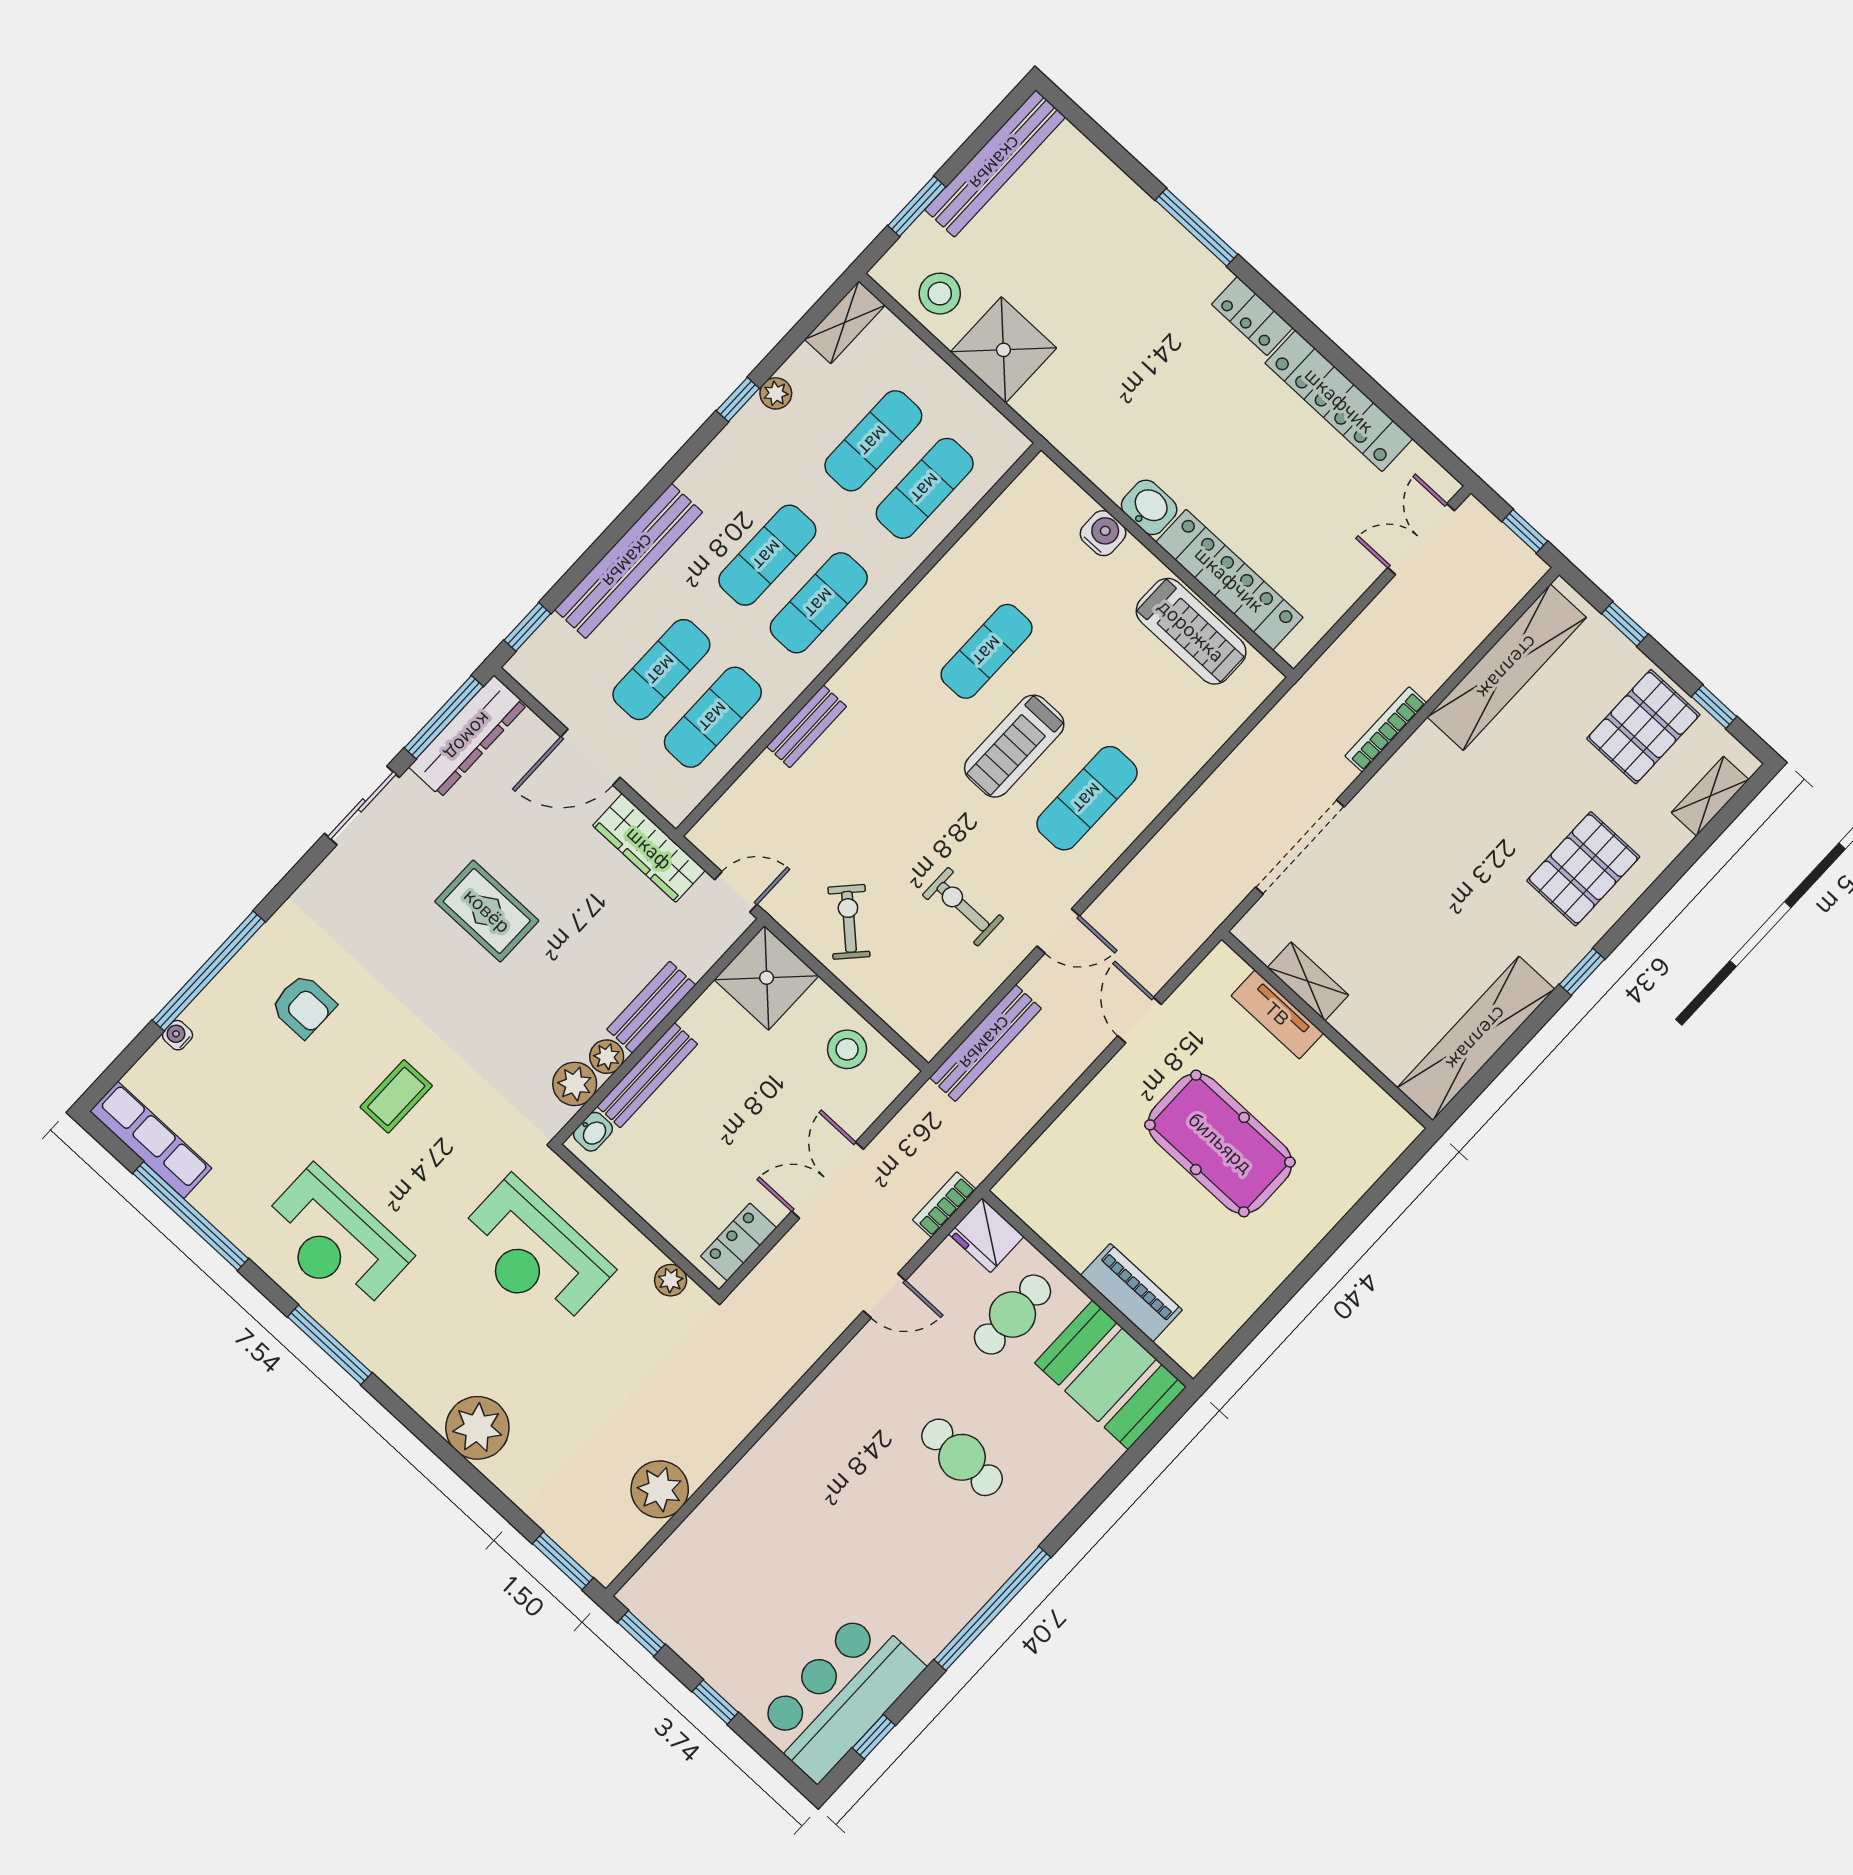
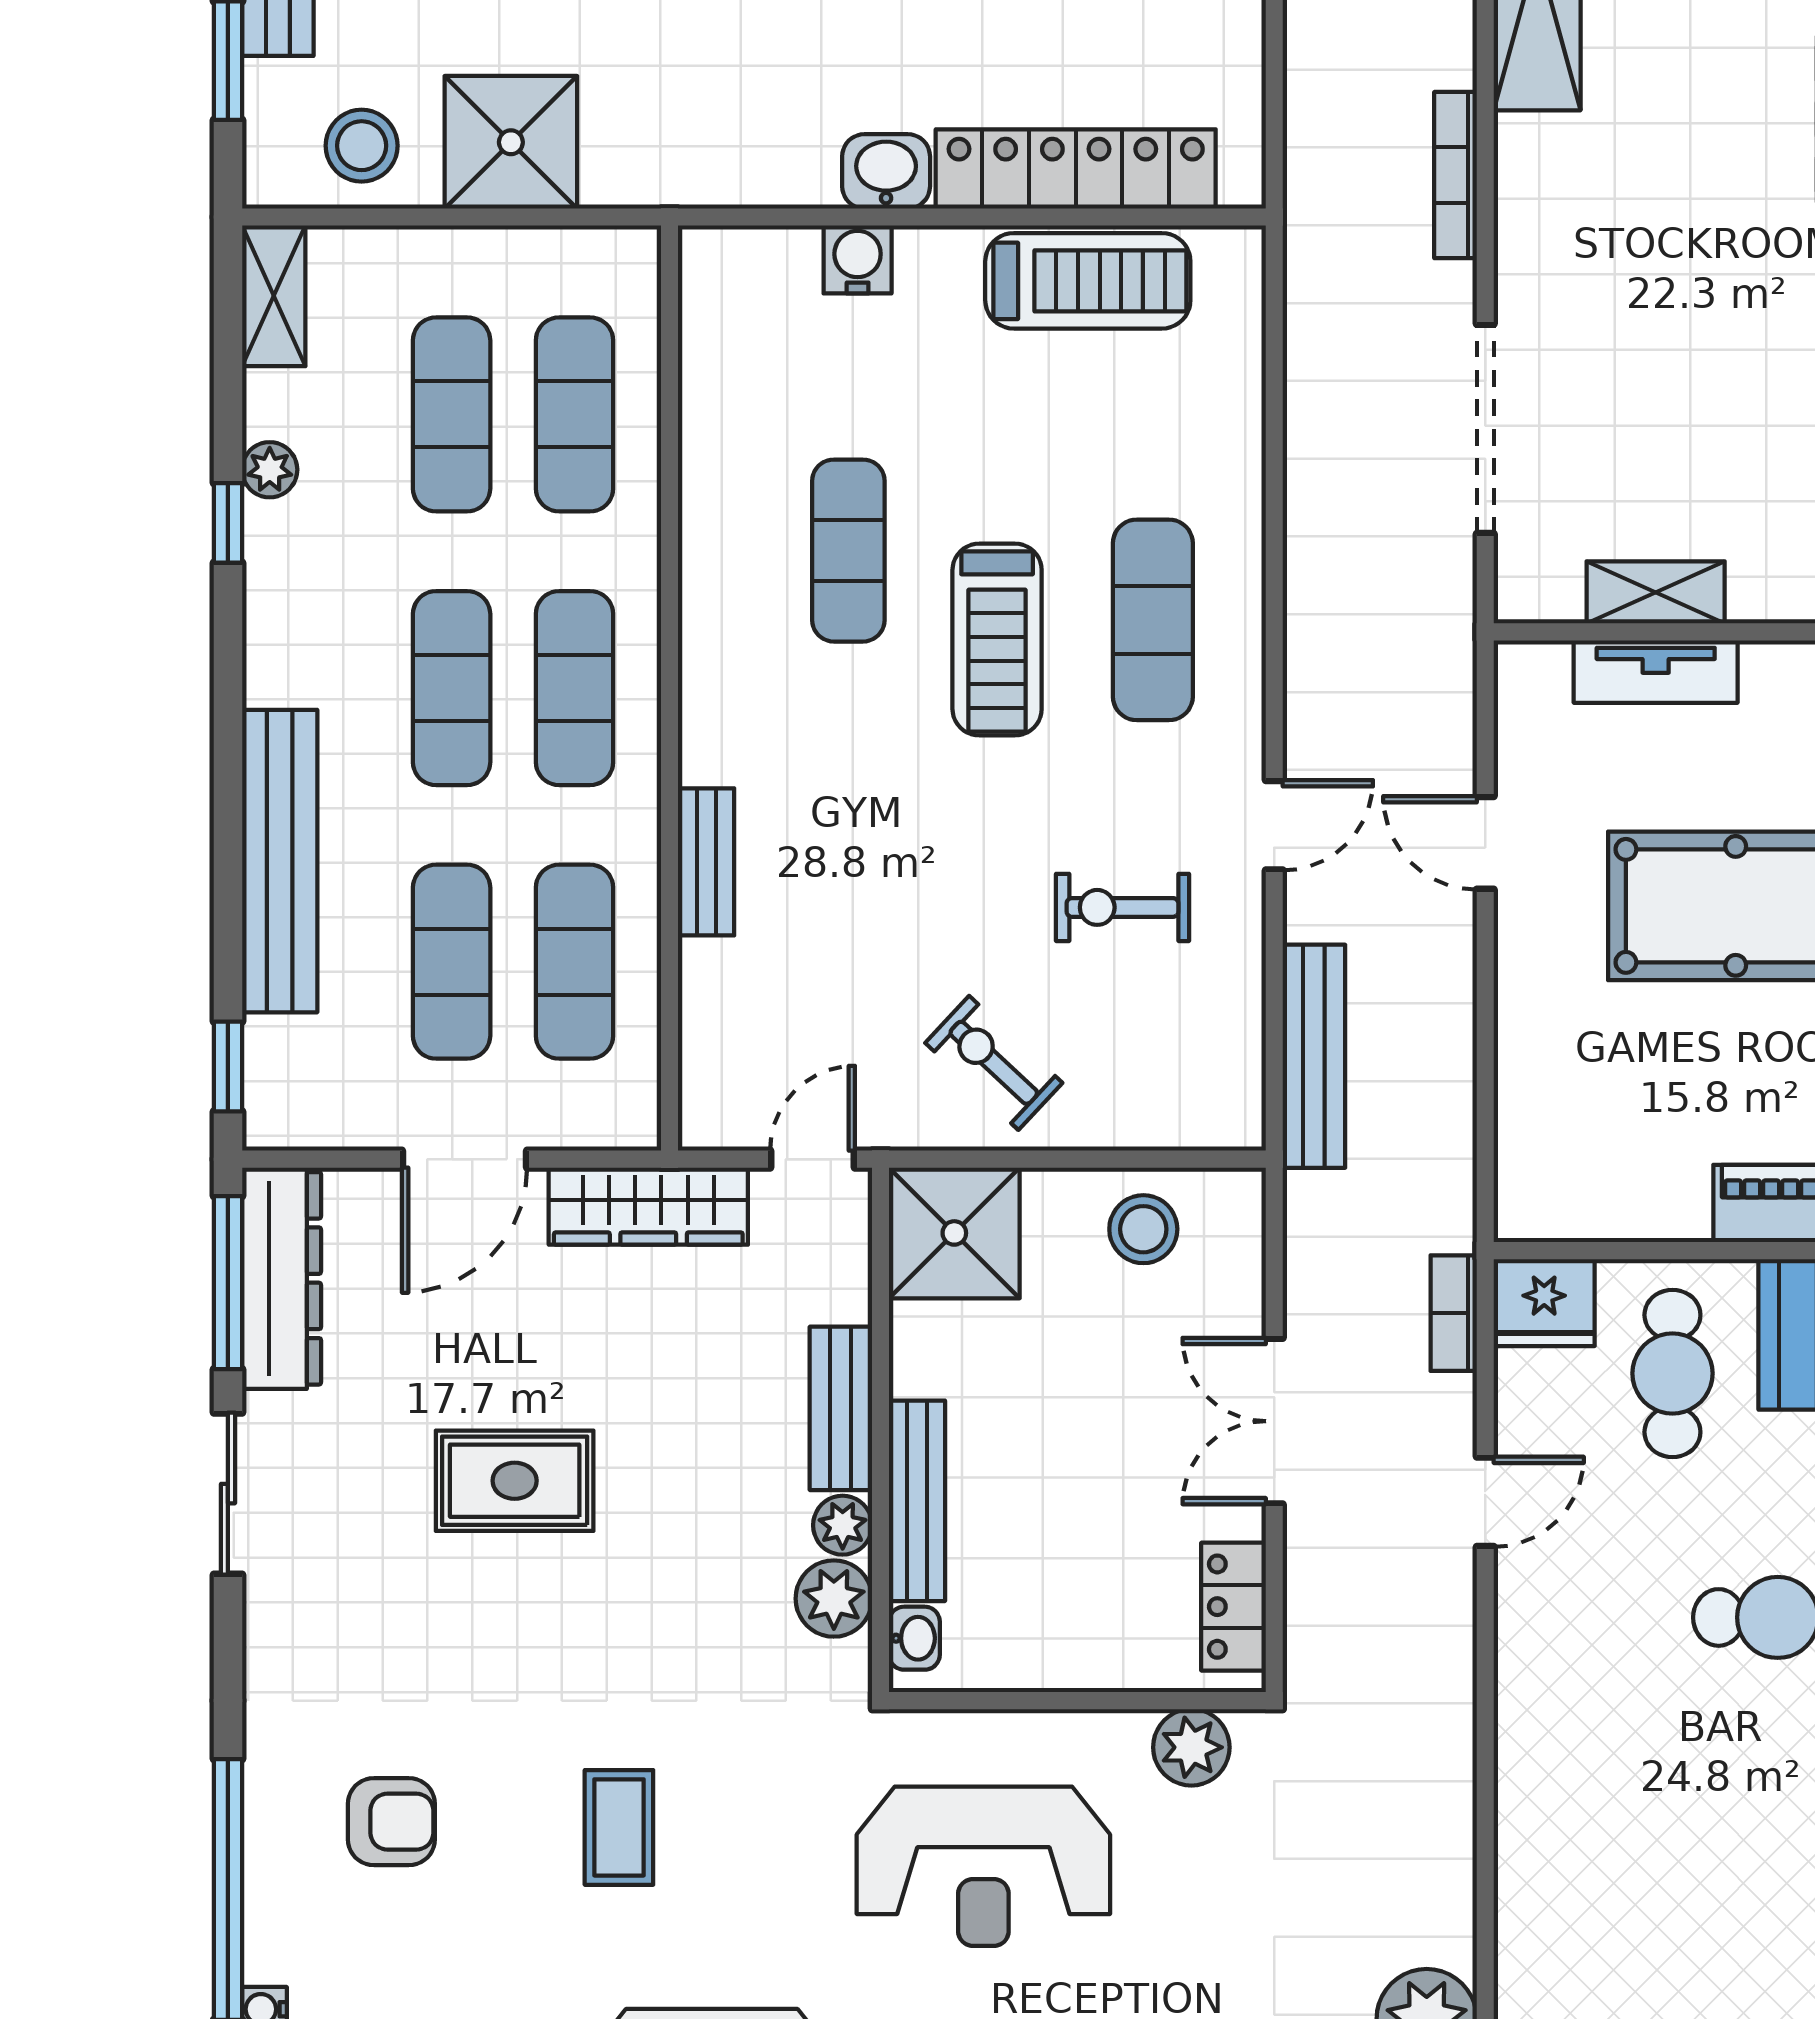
plant: (671, 1280) -> (1191, 1747), width x1.38, depth x1.38

